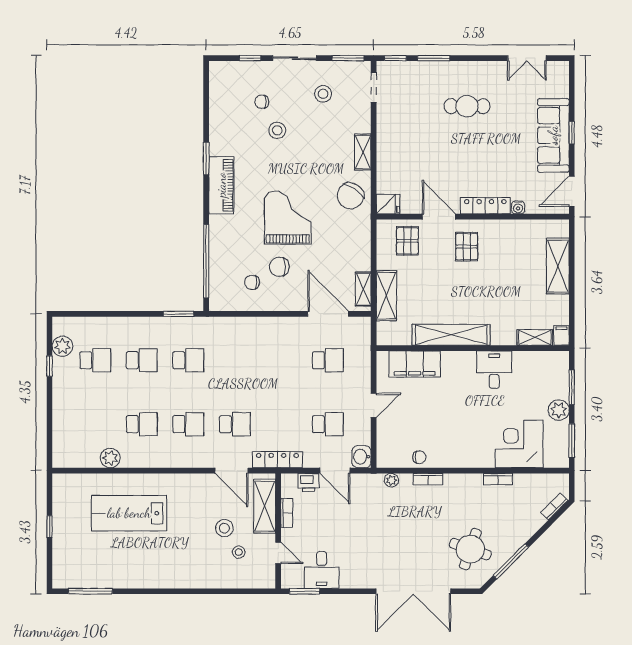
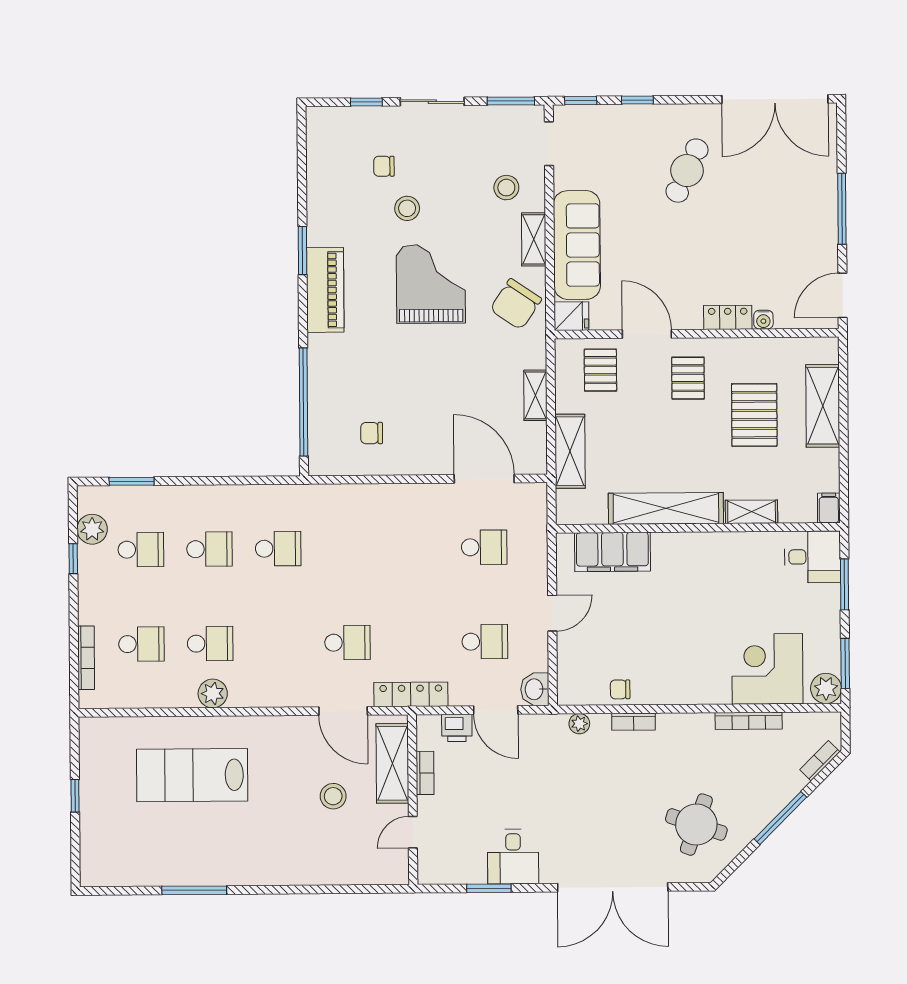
window: (434, 58) -> (637, 100), width x0.67
double door: (527, 58) -> (775, 99), width x1.87
stool: (323, 94) -> (506, 188), moved
cafe table: (467, 106) -> (687, 171), turned -65
window: (572, 133) -> (842, 209), width x2.17
sofa: (553, 135) -> (577, 245), moved, turned 180
locker: (485, 206) -> (728, 317), width x0.66
grand piano: (288, 218) -> (431, 284), moved
chair: (279, 267) -> (412, 410), removed
pallet: (511, 272) -> (754, 415), added
shelving: (363, 289) -> (535, 395), moved
window: (178, 314) -> (132, 481), moved
shelving: (535, 337) -> (752, 512), moved
desk: (494, 370) -> (812, 557), moved, turned 90
plant: (559, 410) -> (826, 688), moved
school desk: (188, 424) -> (141, 644), moved
bookcase: (58, 433) -> (86, 658), added
chair: (419, 457) -> (620, 689), turned 180
plant: (110, 458) -> (213, 693), moved
bookcase: (498, 479) -> (749, 721), width x1.56
stool: (239, 552) -> (355, 831), removed
door: (278, 553) -> (413, 832), swing flipped
window: (511, 561) -> (780, 818), moved
desk: (322, 570) -> (513, 857), moved
window: (90, 591) -> (194, 890), moved
window: (305, 591) -> (489, 888), moved

